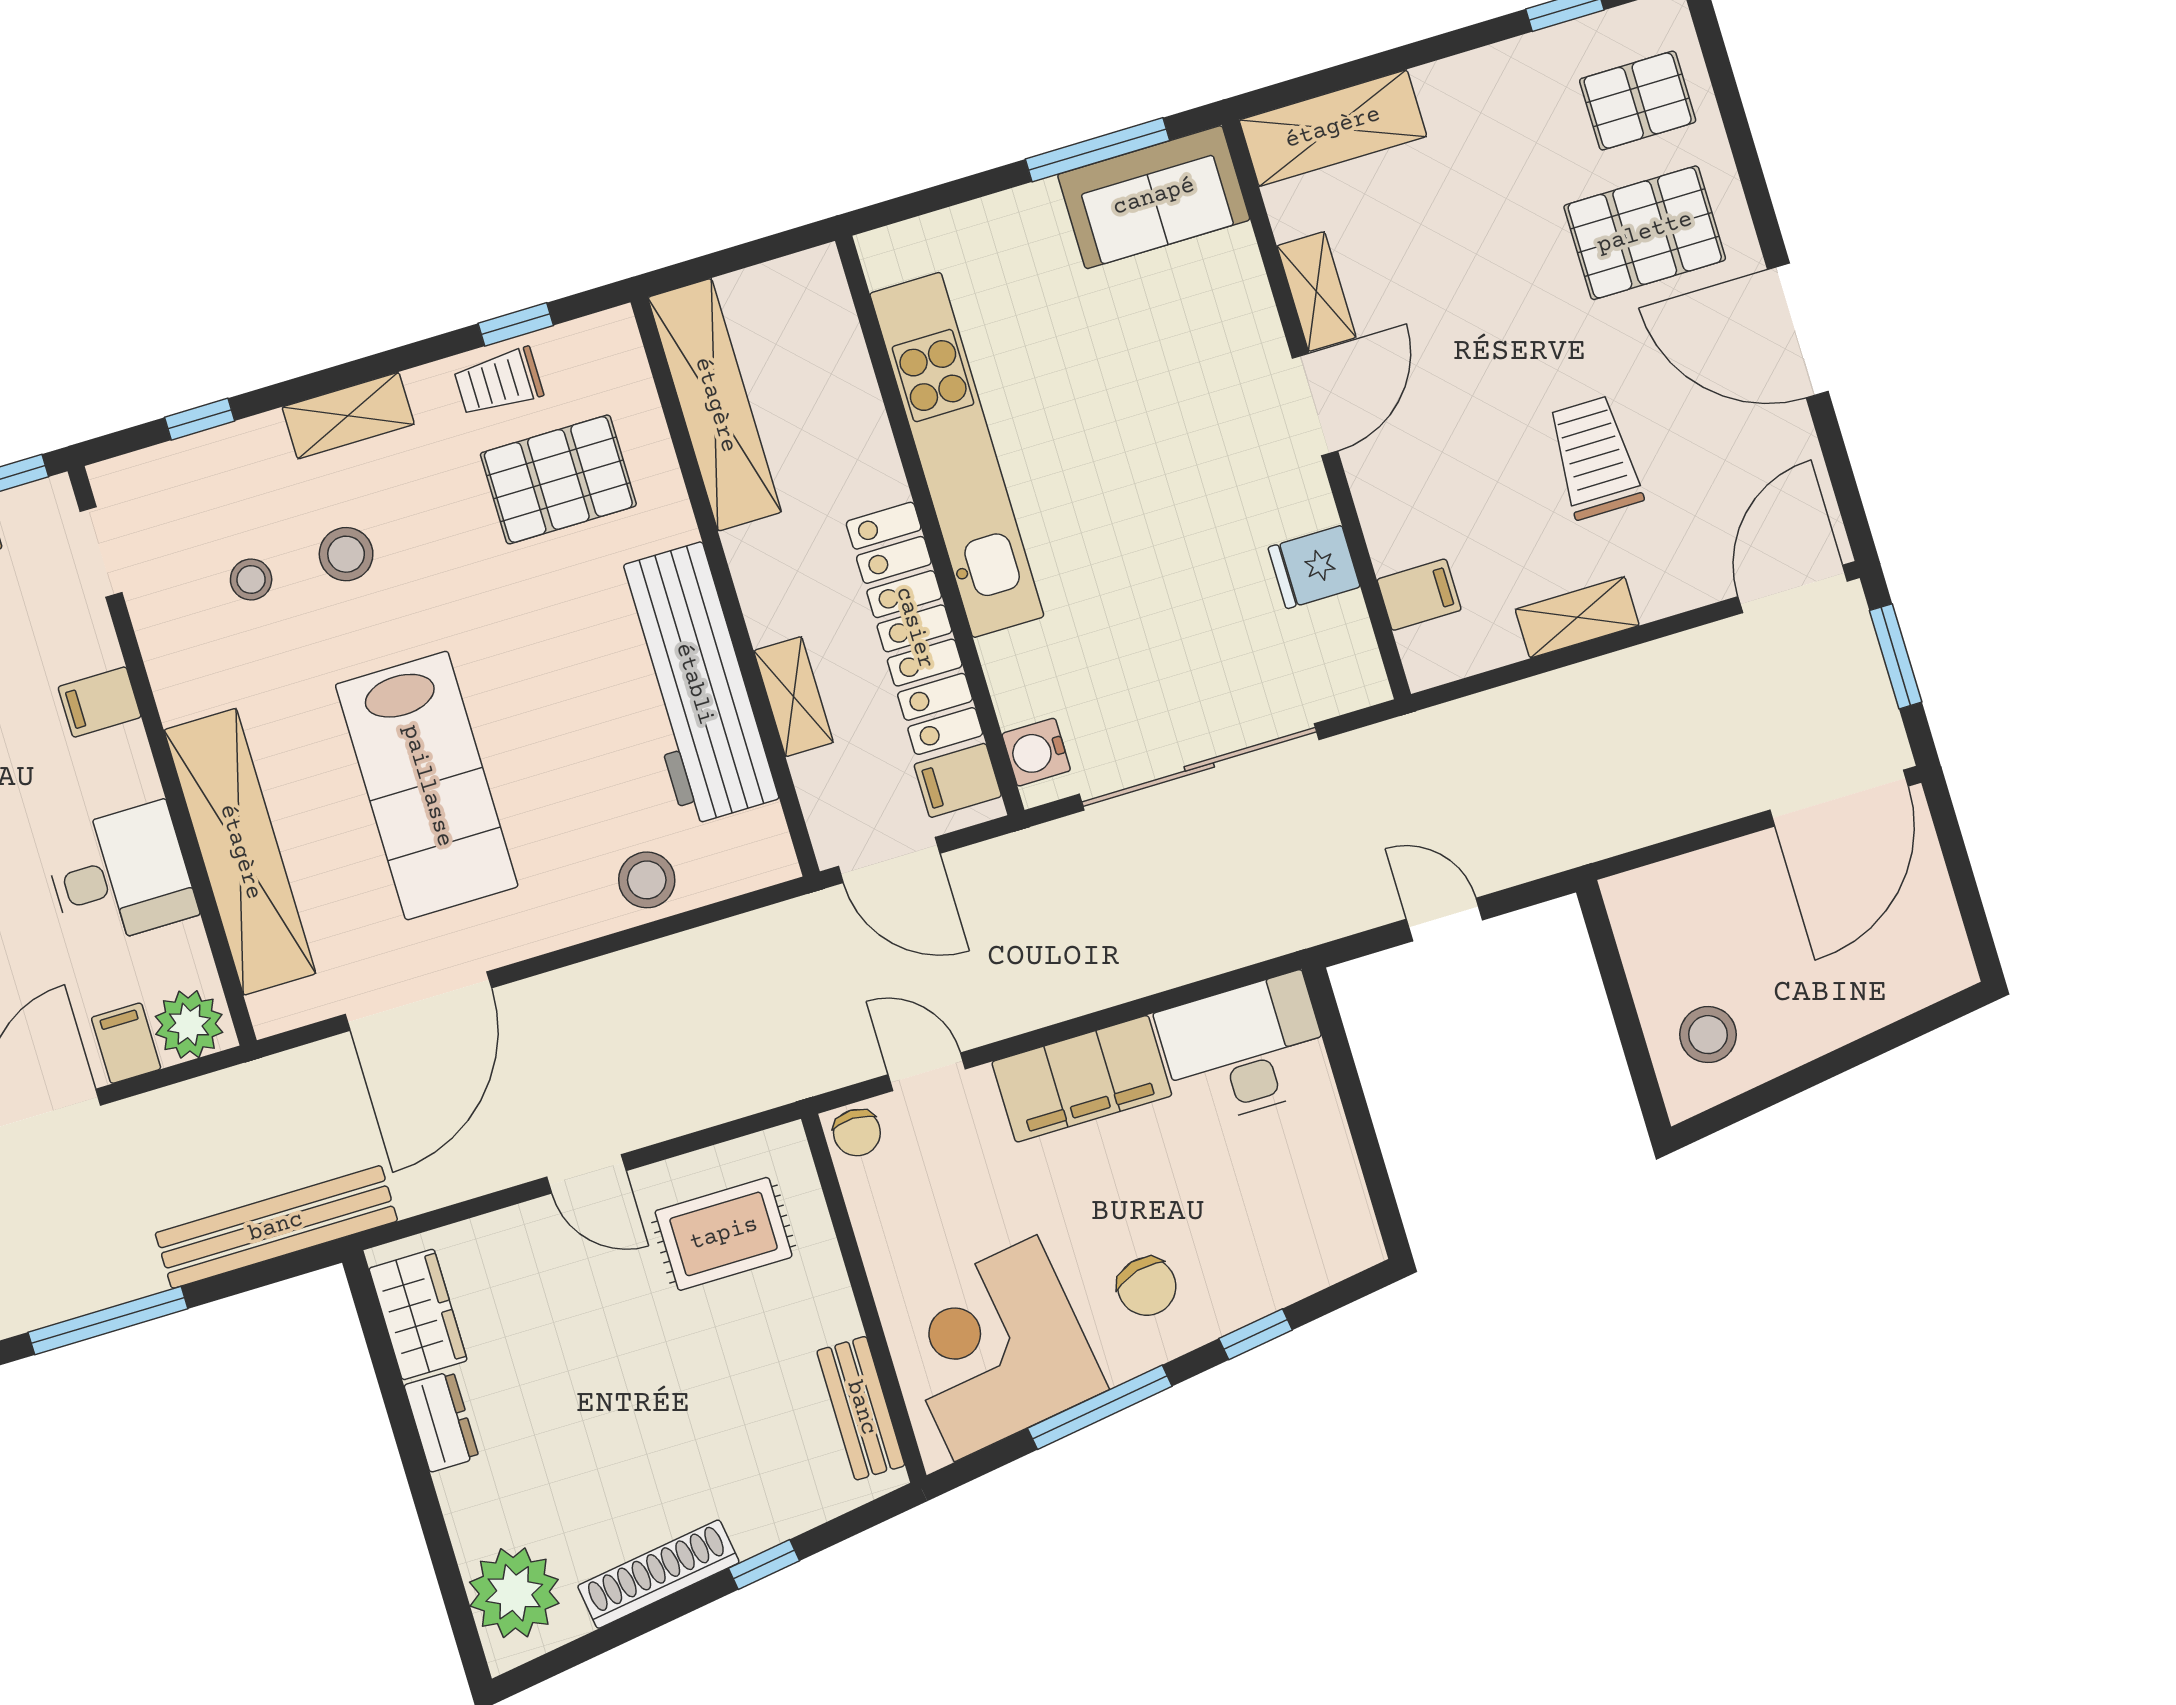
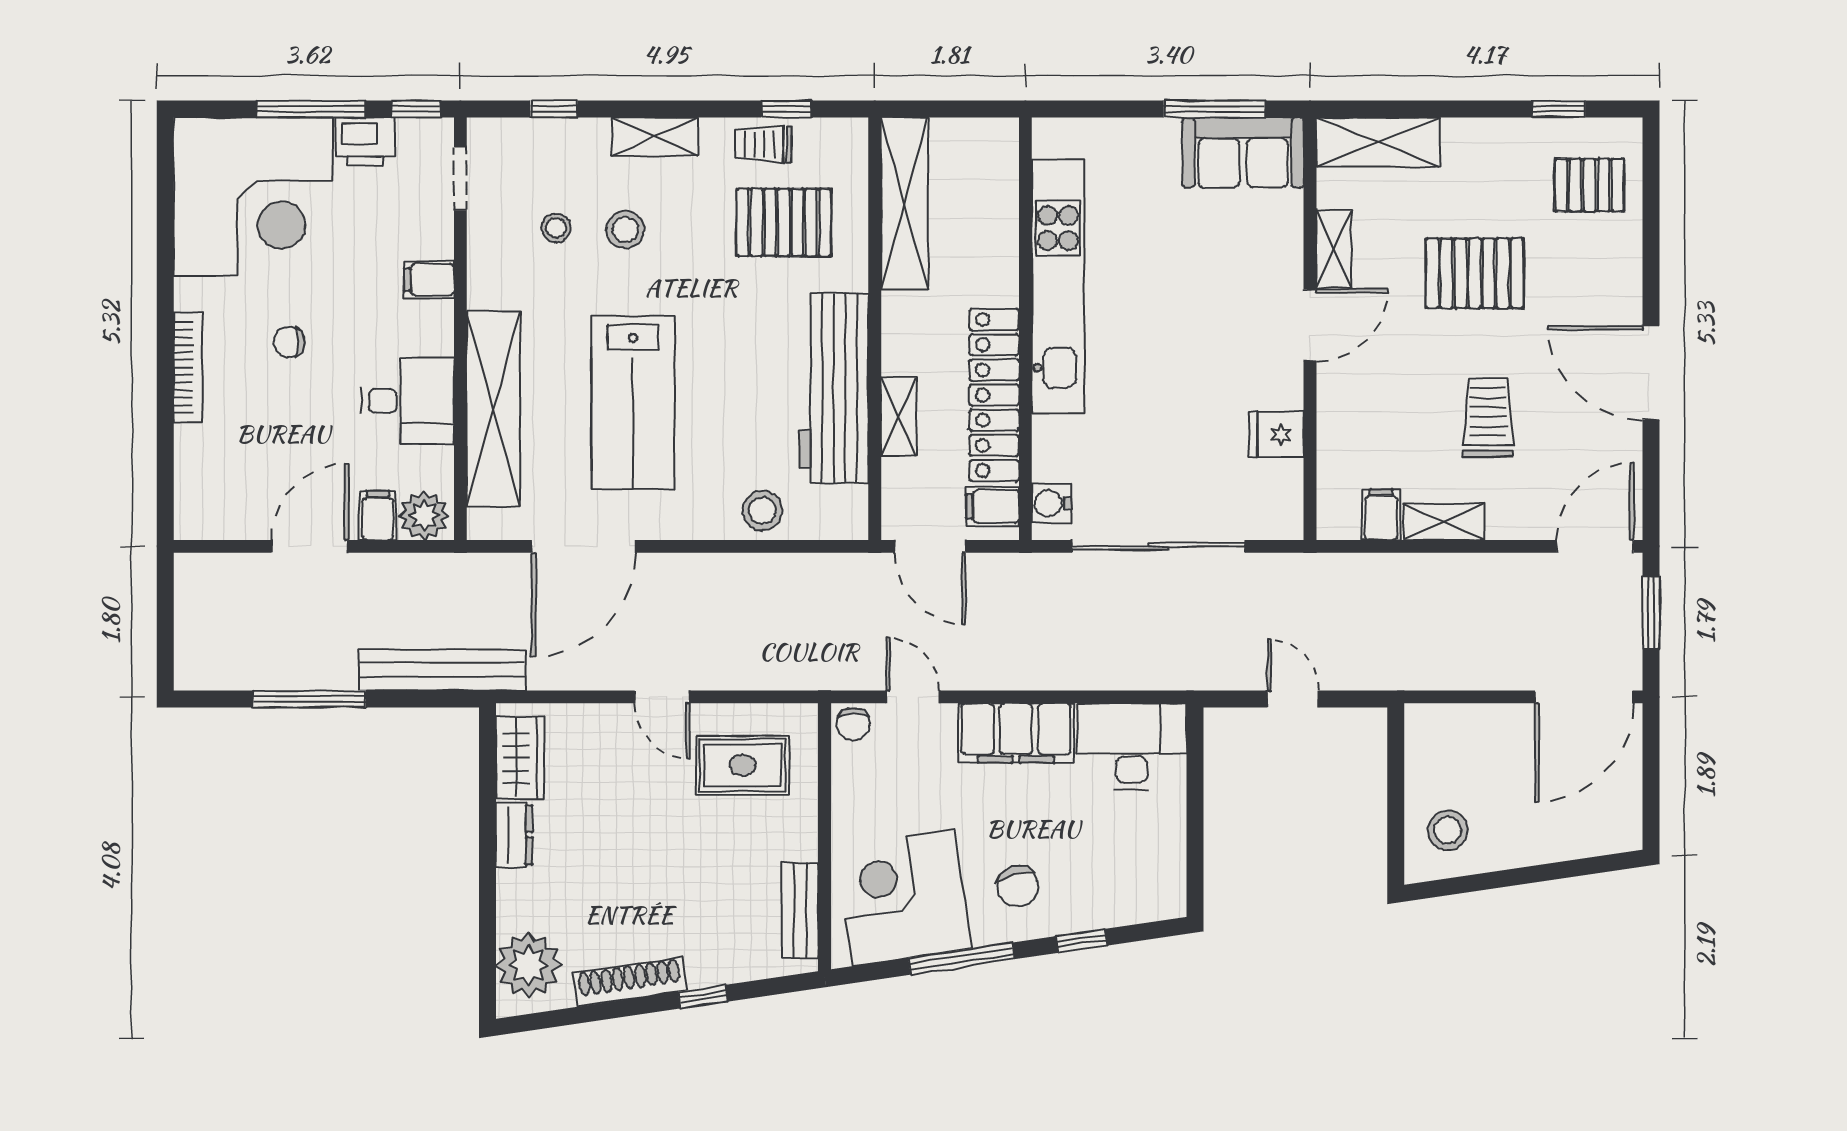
pallet: (1645, 233) -> (1475, 273), moved
filing cabinet: (1419, 595) -> (1381, 514), moved, turned -90

